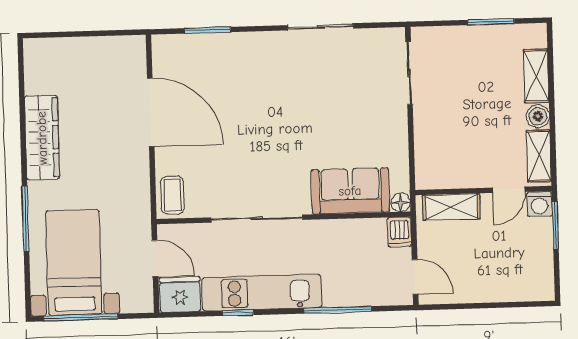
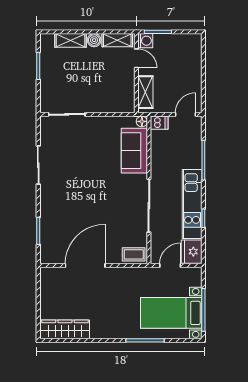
wardrobe: (42, 138) -> (65, 329), moved

